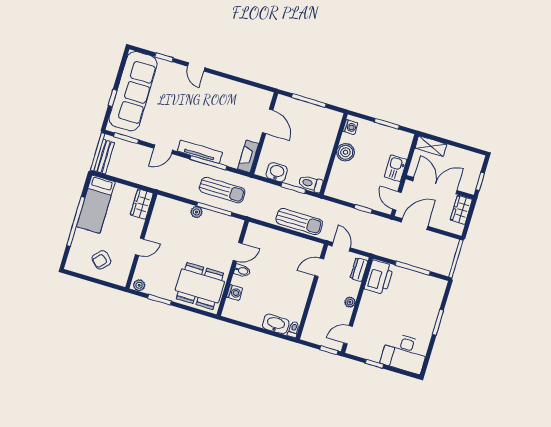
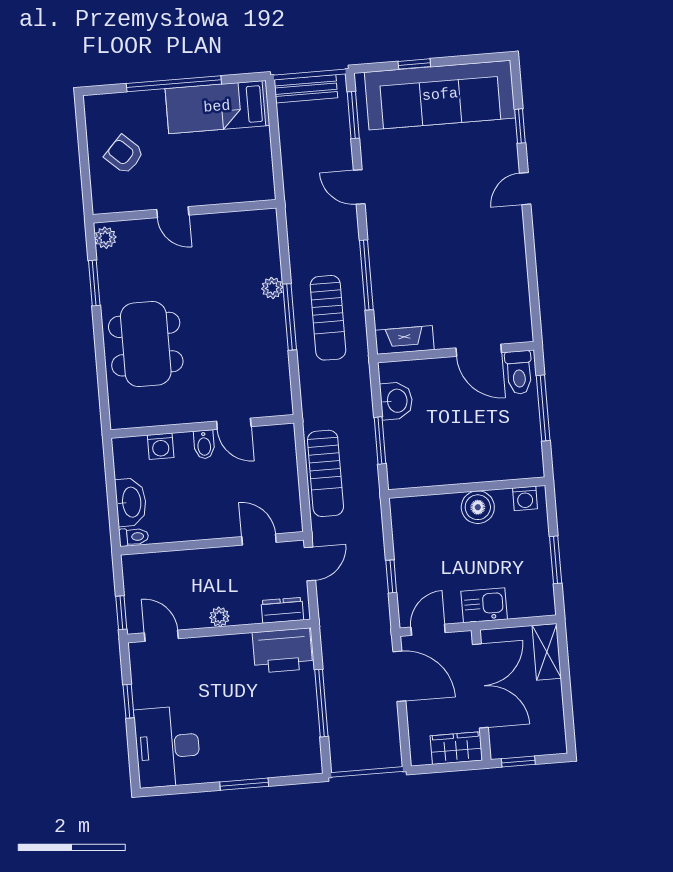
door: (268, 121) -> (479, 350), hinge flipped
tv unit: (200, 152) -> (380, 253), removed
toilet: (311, 184) -> (519, 372), moved, turned 180
wardrobe: (142, 204) -> (249, 187), removed
door: (238, 252) -> (234, 424), moved
wall: (233, 268) -> (202, 426), moved
bidet: (242, 271) -> (204, 445), moved
washing machine: (235, 293) -> (161, 446), moved

